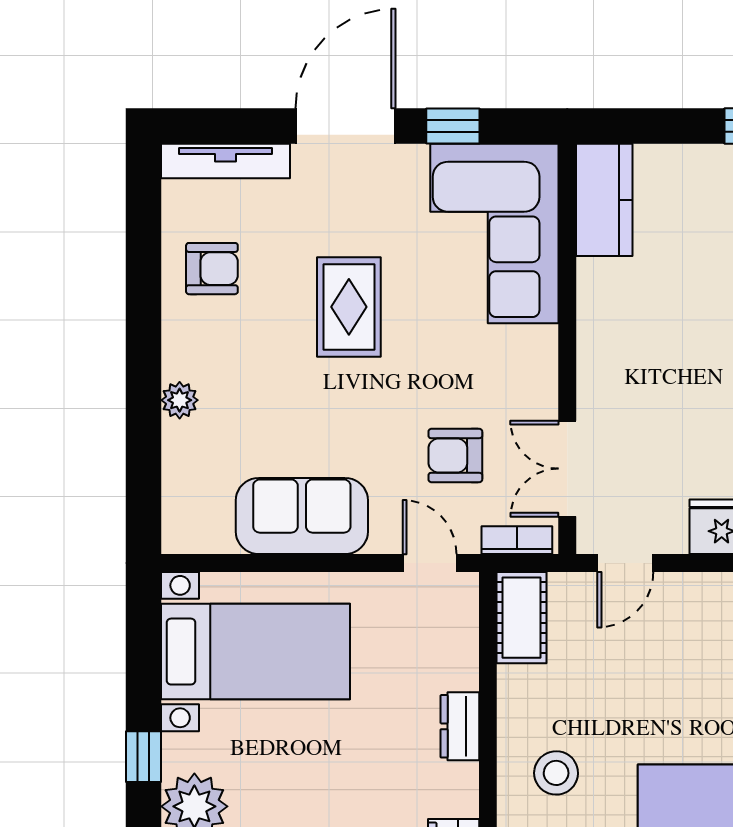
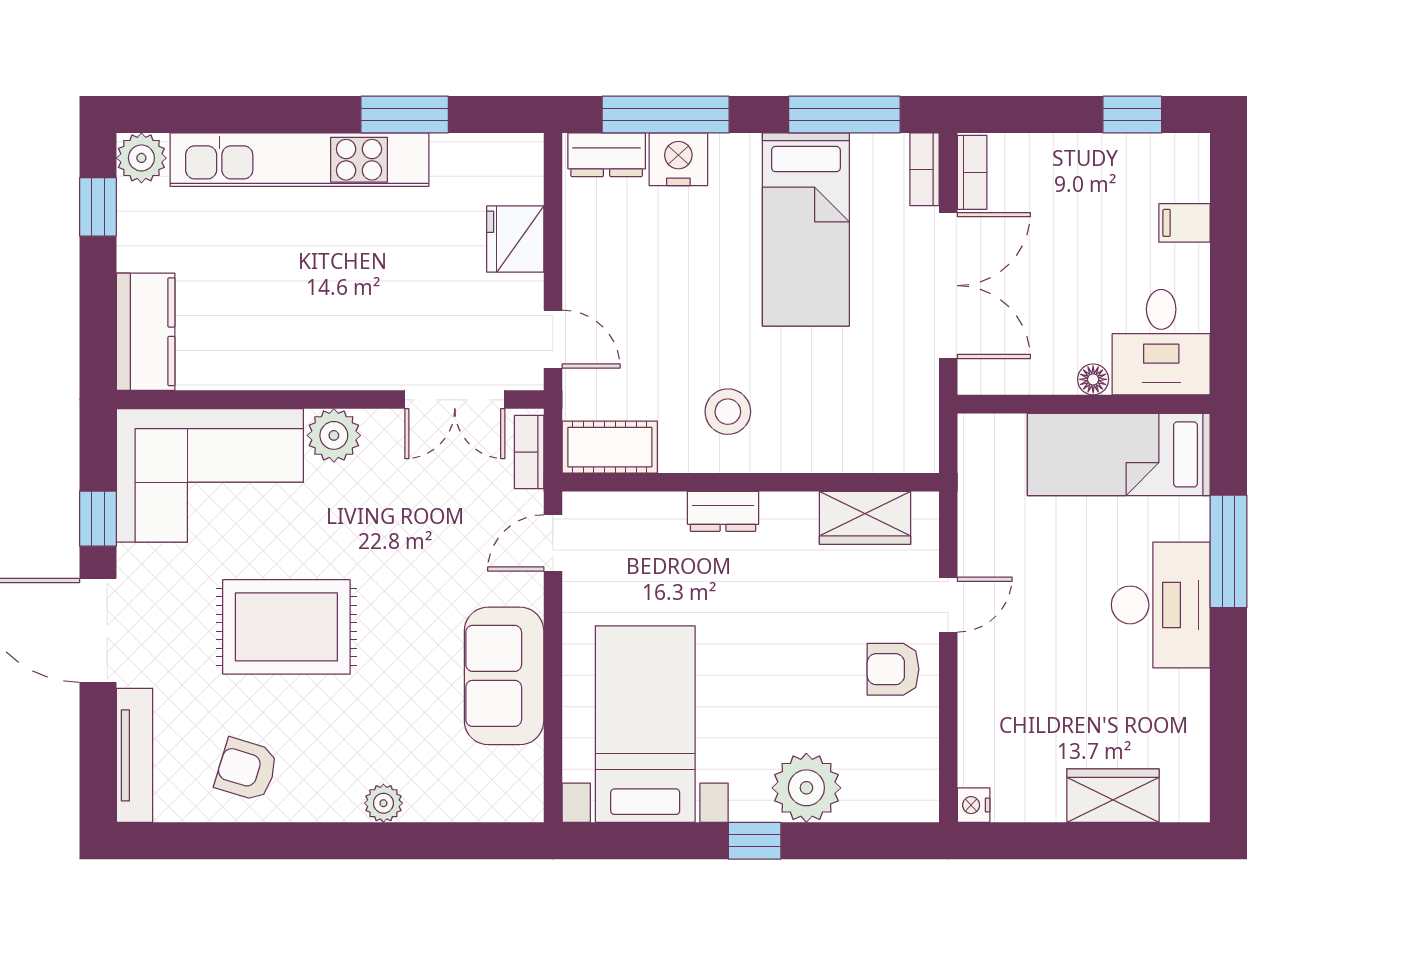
kitchen counter: (604, 200) -> (146, 332), moved, turned 90
armchair: (212, 269) -> (246, 769), turned -73
rug: (349, 307) -> (286, 627), width x1.36, depth x1.43
plant: (533, 352) -> (334, 435), added
armchair: (455, 456) -> (441, 516), removed
stool: (556, 773) -> (728, 412), moved

